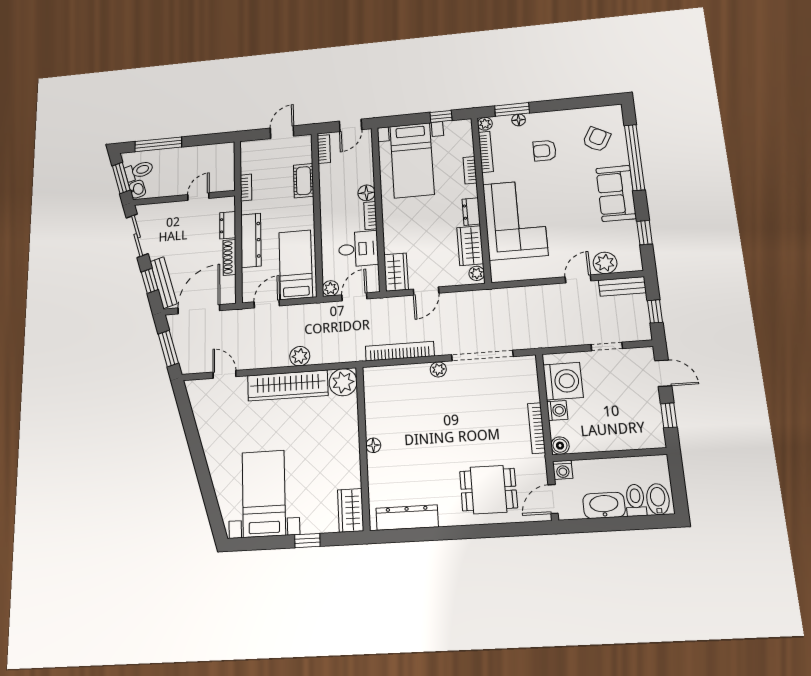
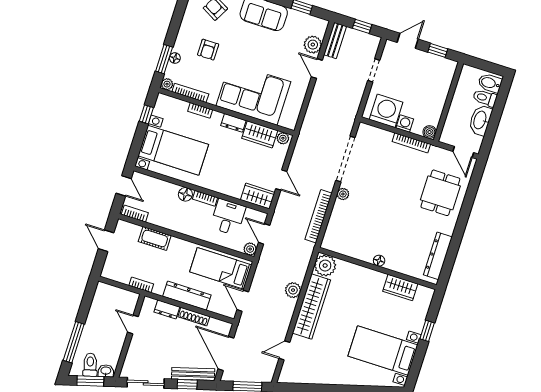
washing machine: (563, 470) -> (446, 137), removed
wardrobe: (351, 510) -> (400, 288), moved

